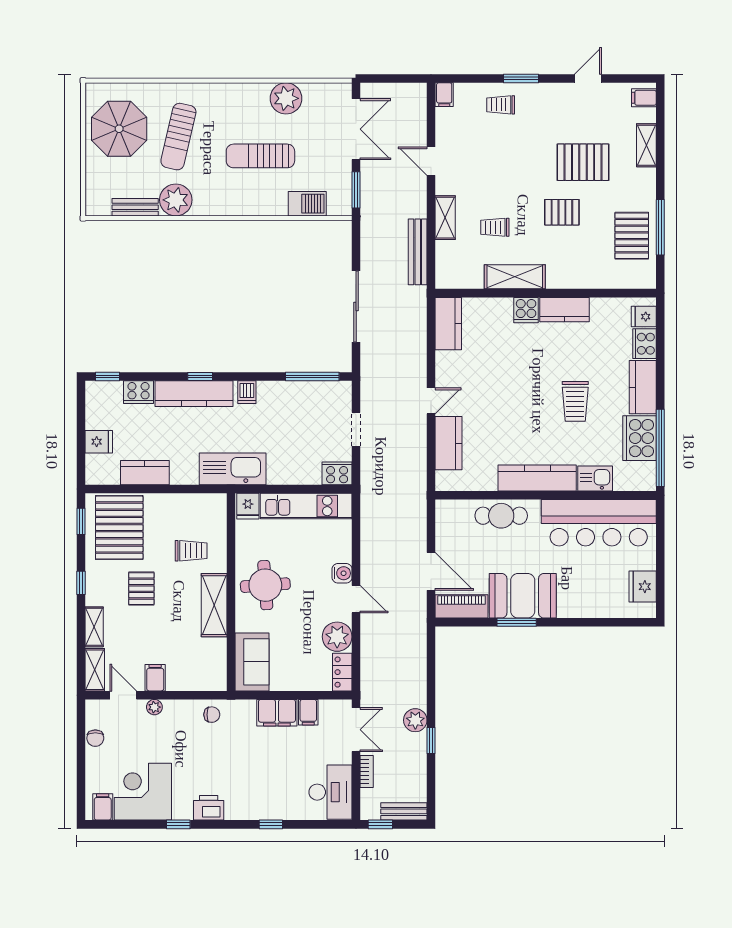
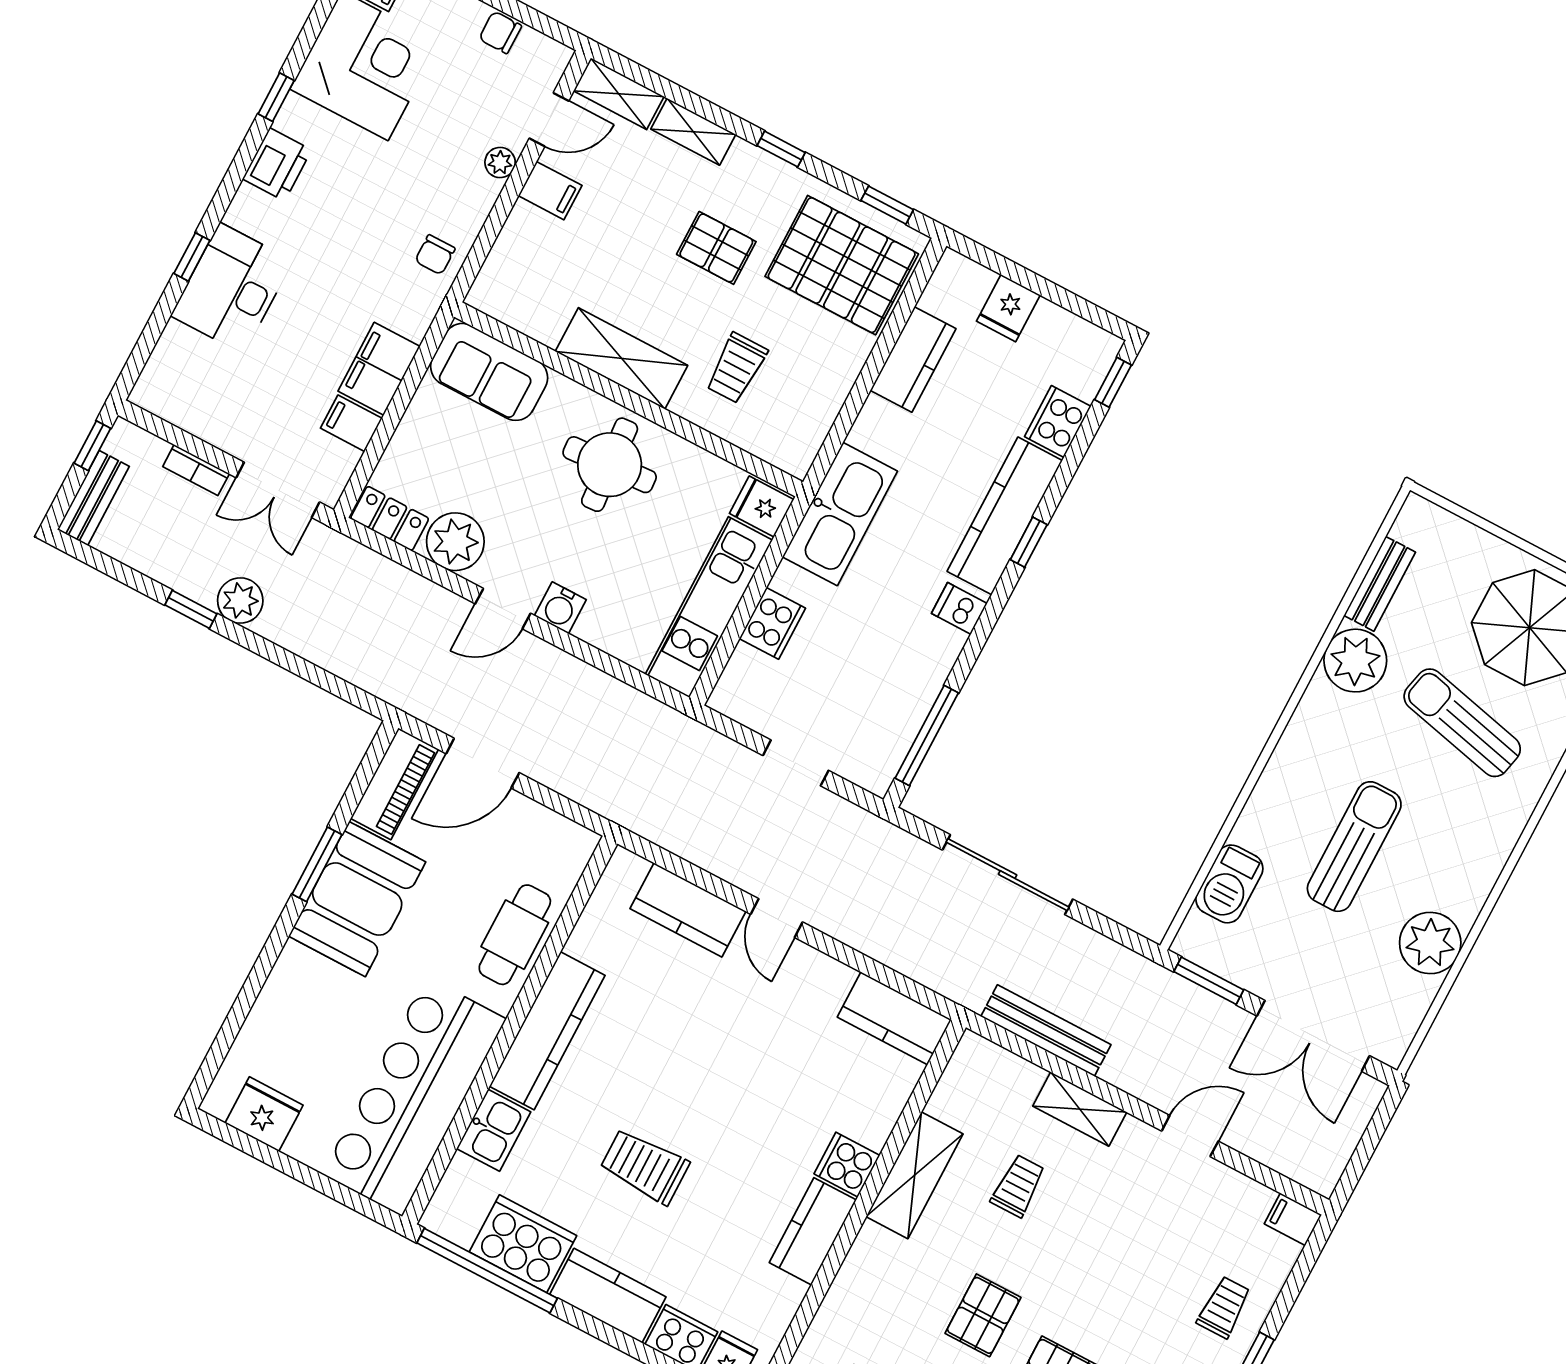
cooker: (337, 473) -> (772, 623), moved
desk: (330, 792) -> (232, 288), moved, turned 90

